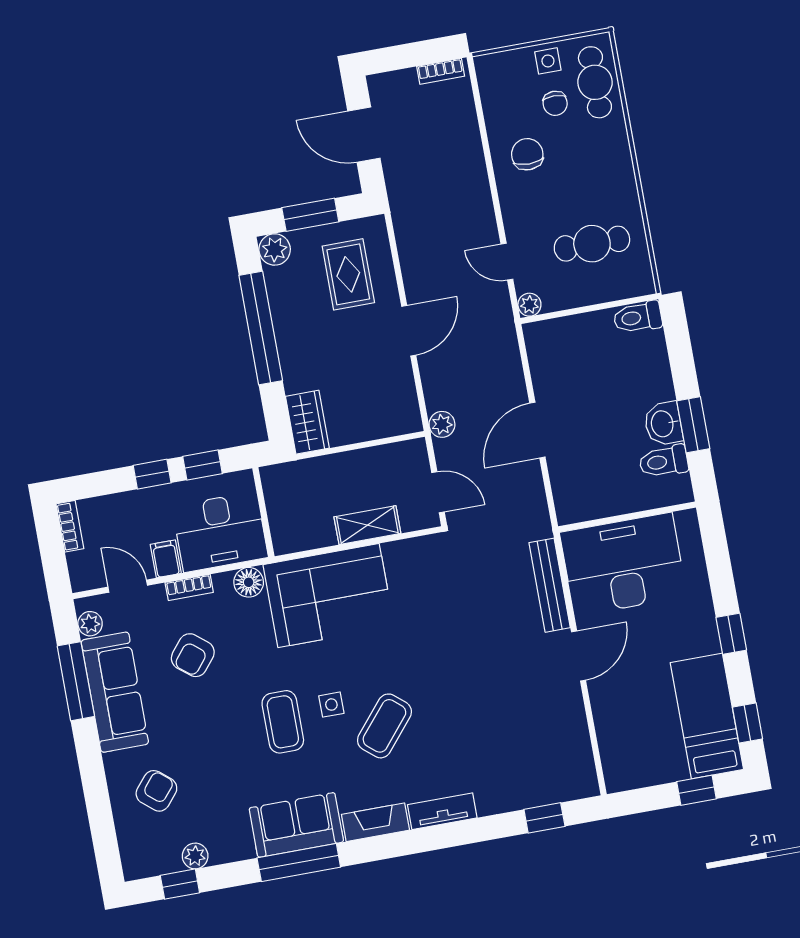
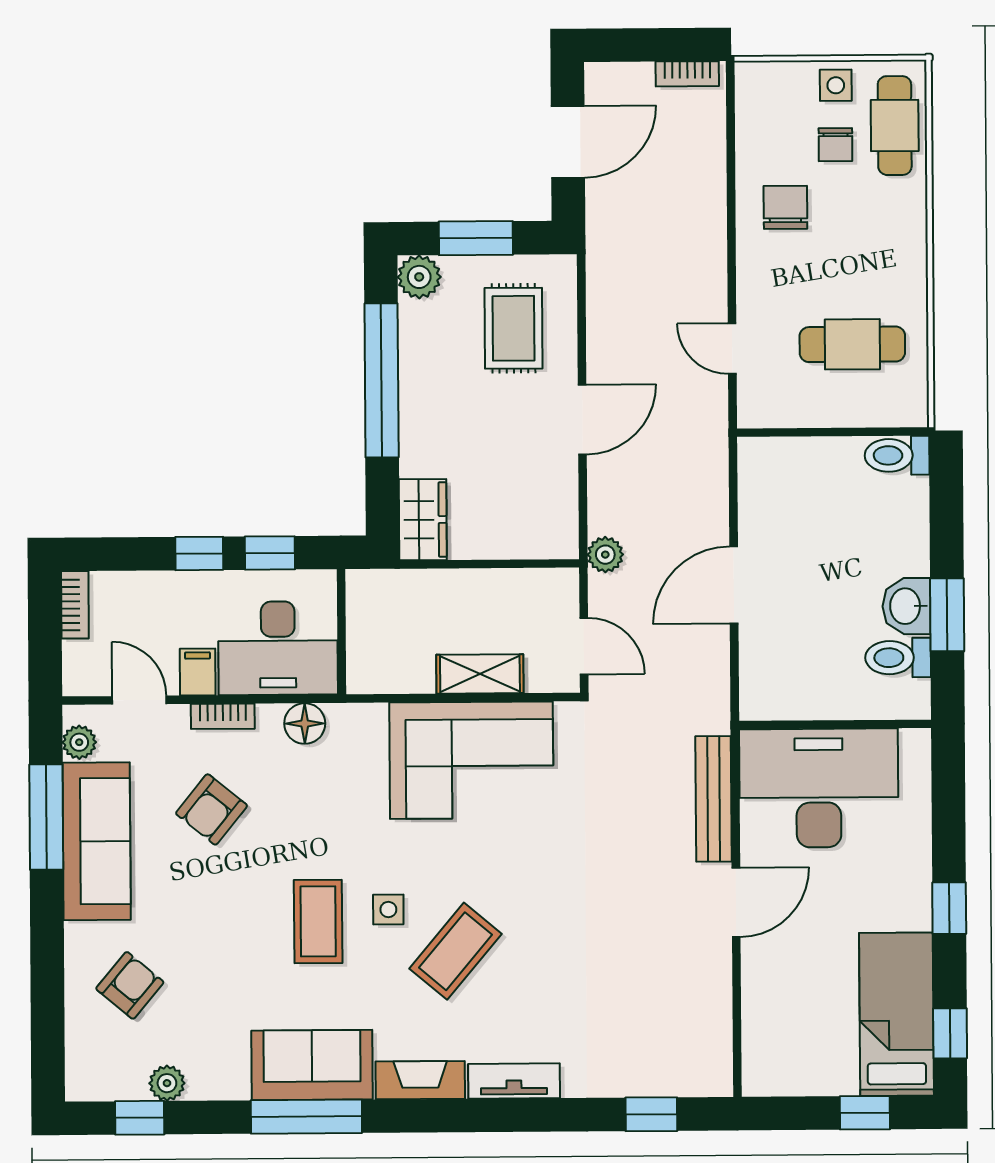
door: (364, 135) -> (568, 142), swing flipped
plant: (529, 305) -> (753, 413), removed
corner sofa: (329, 596) -> (471, 760), moved

